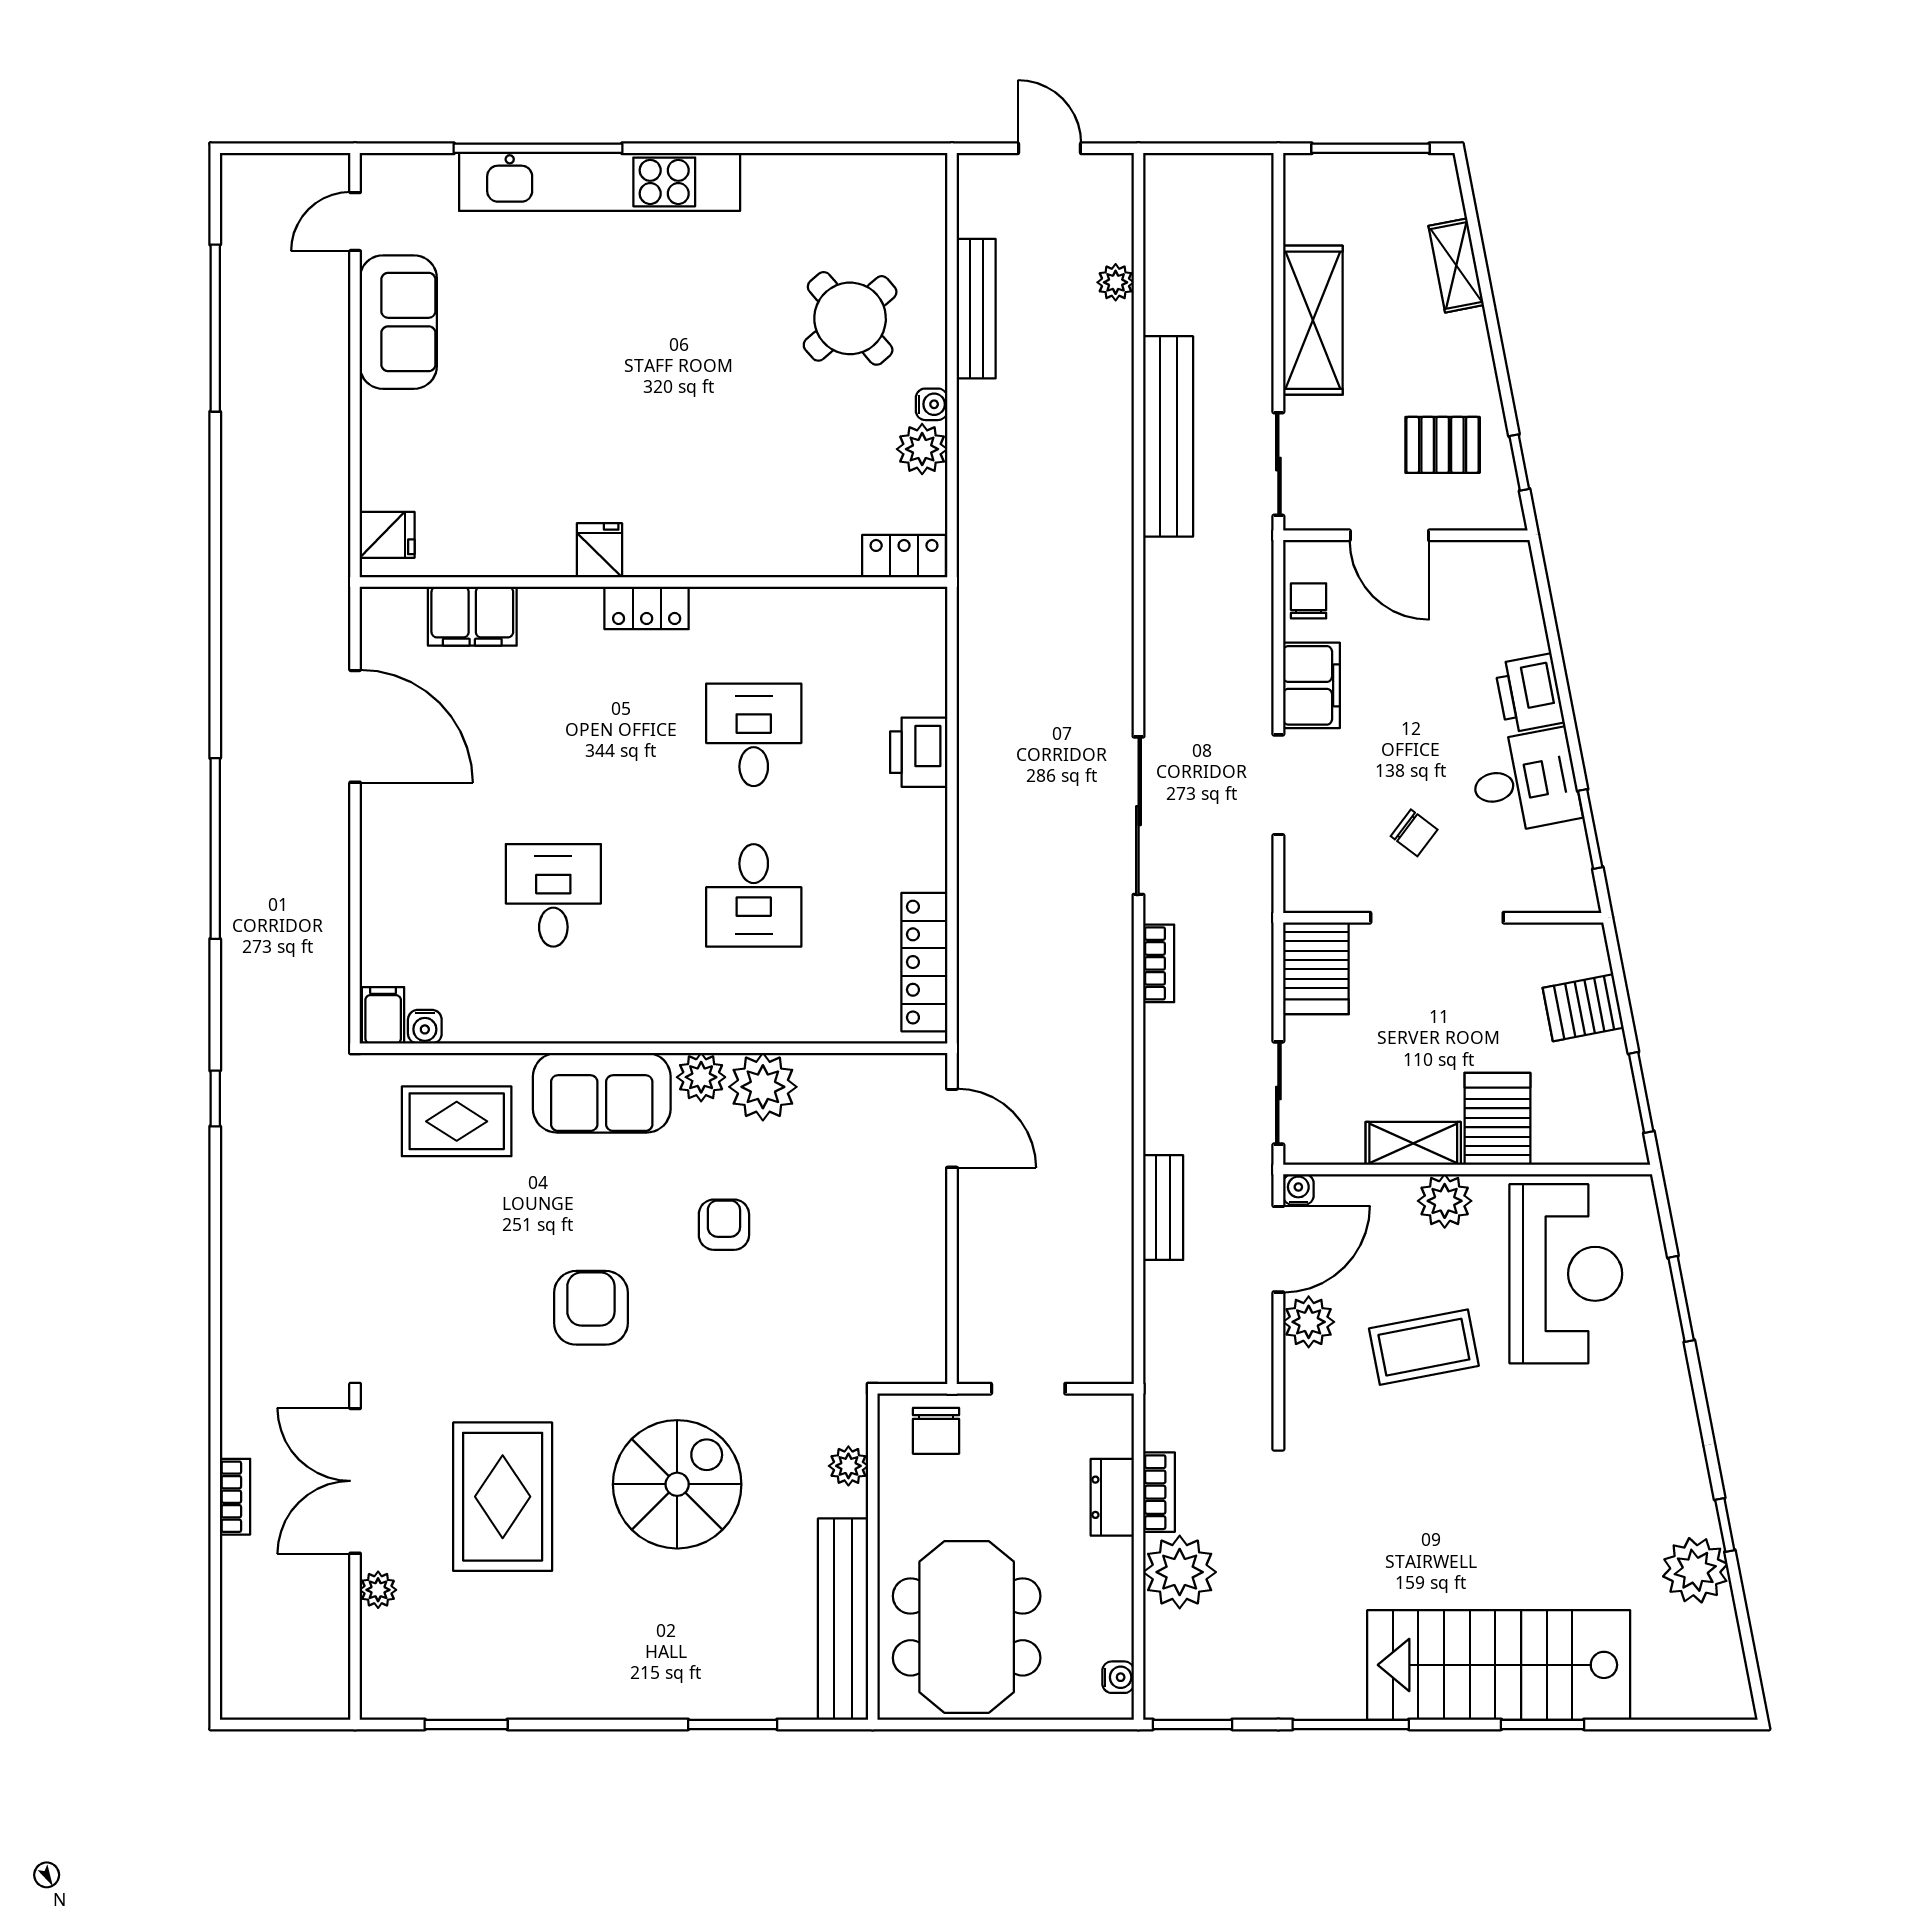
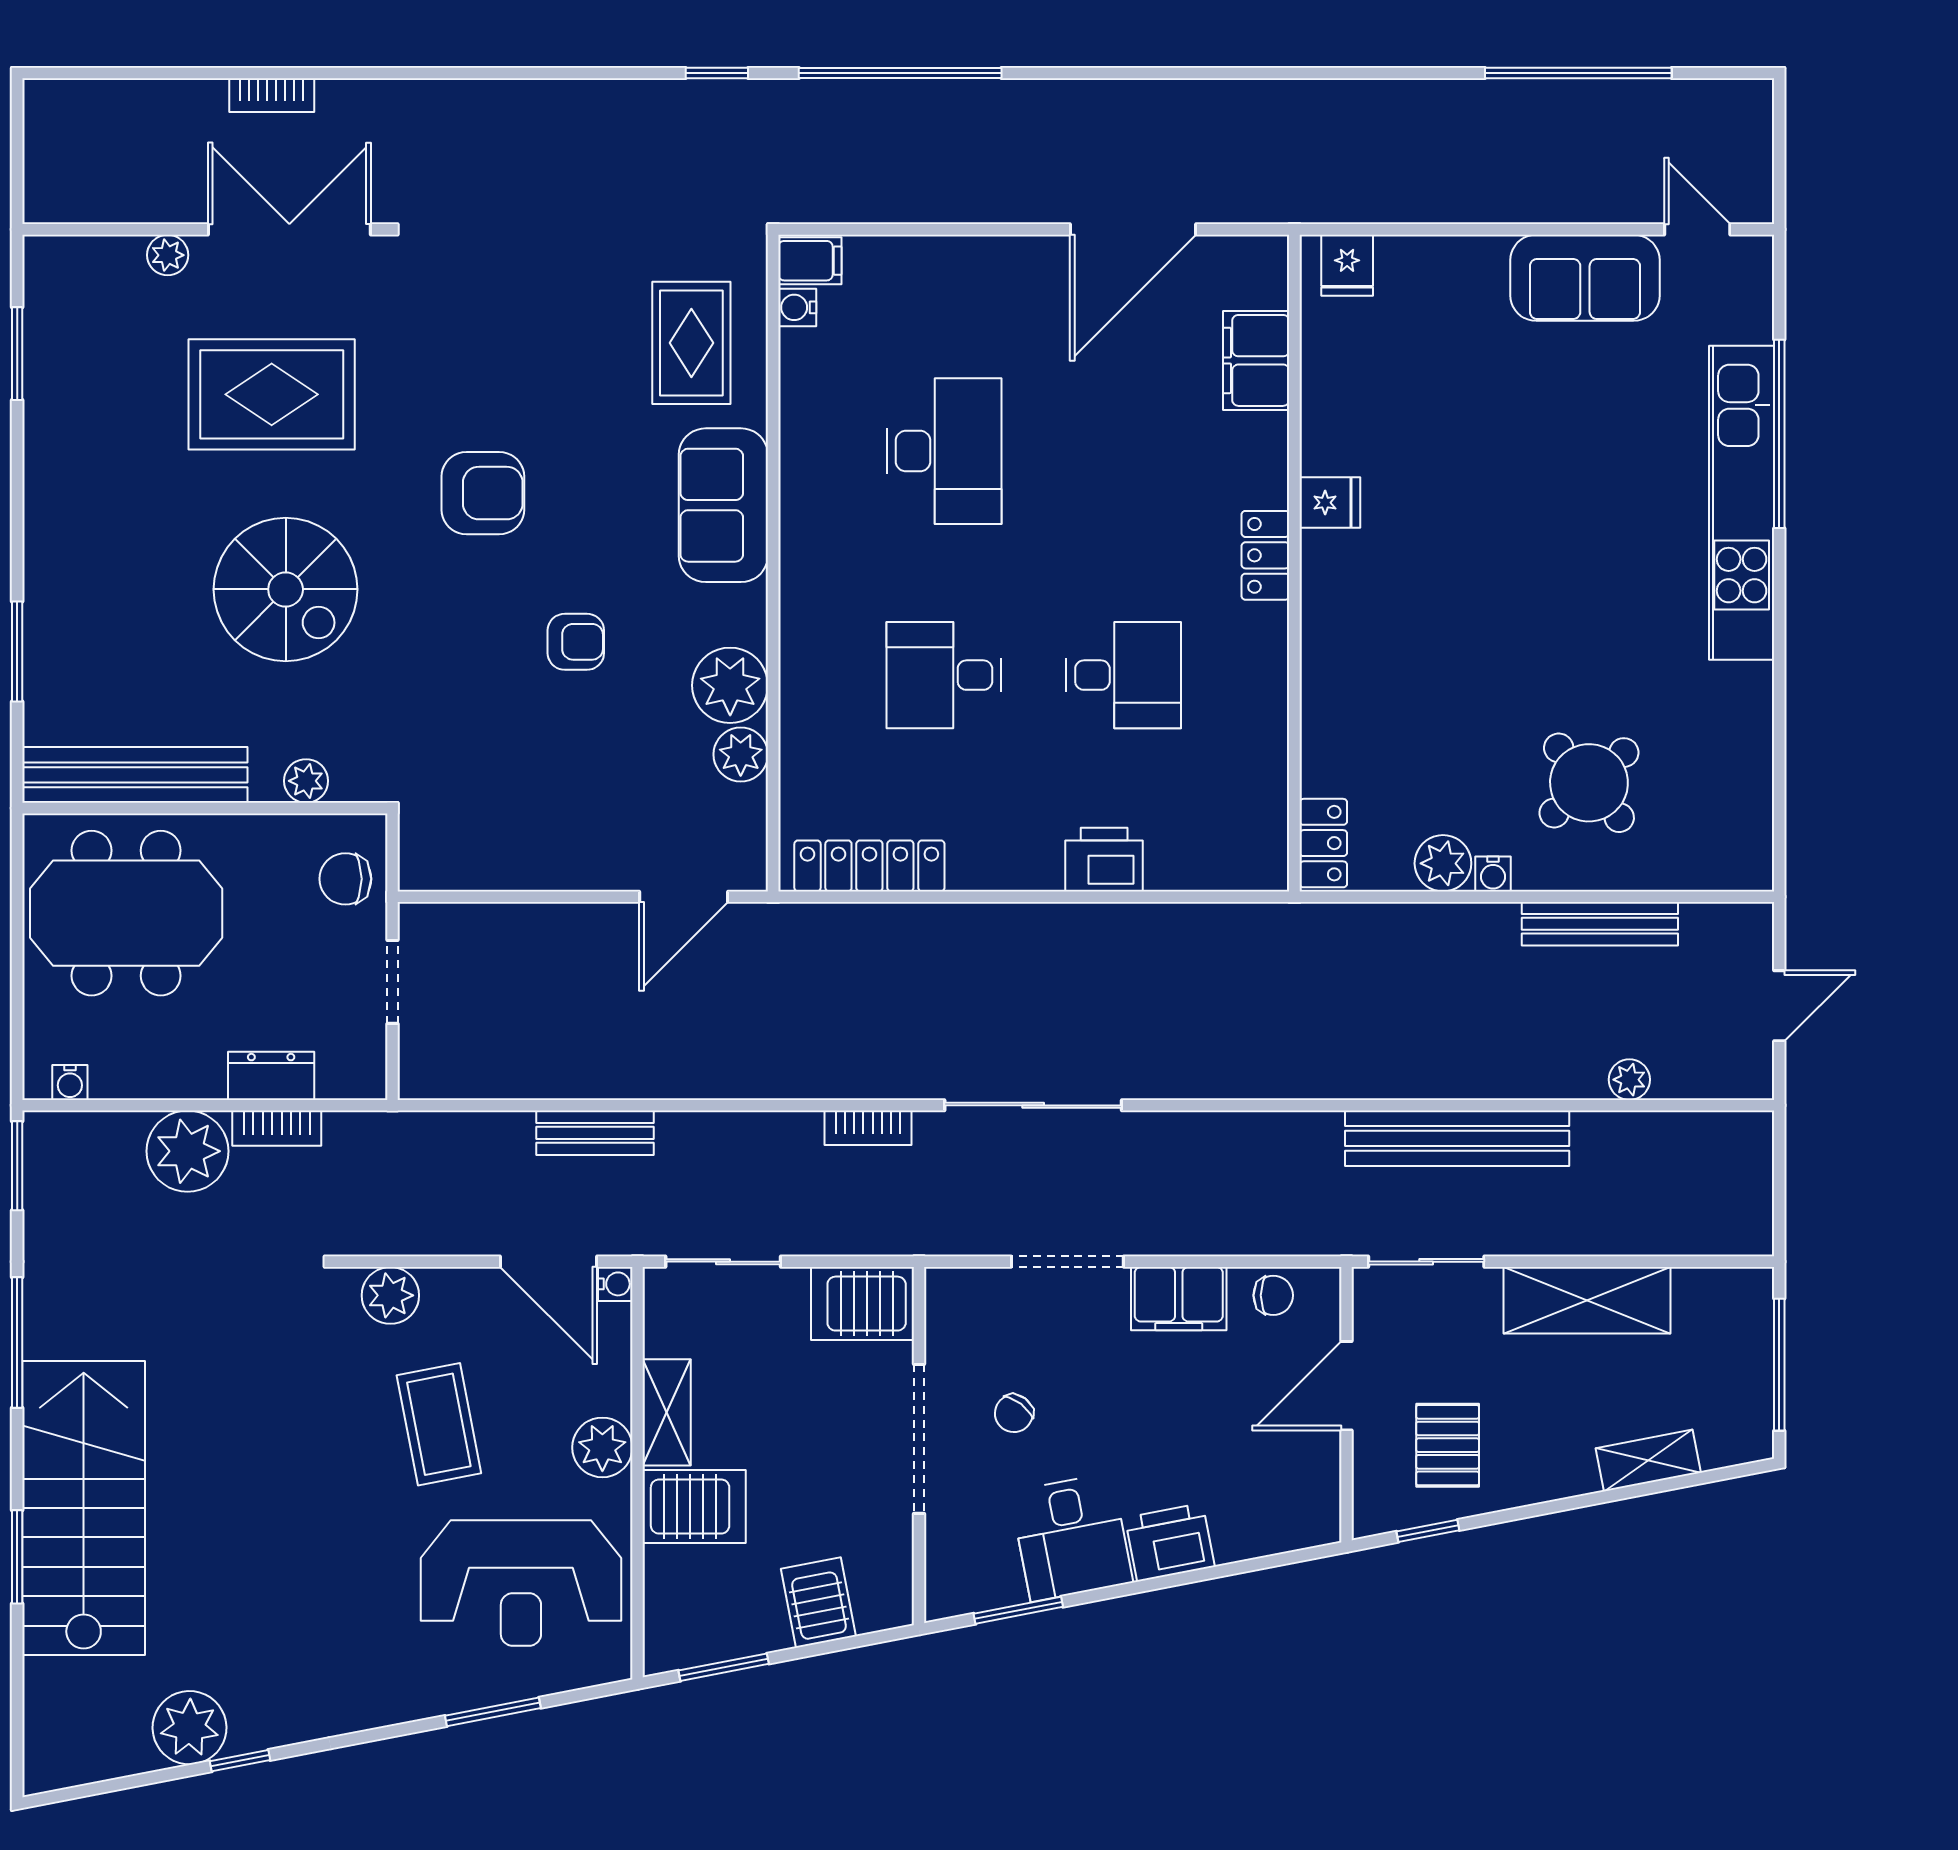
window: (215, 848) -> (900, 73), moved
desk: (553, 895) -> (944, 451), width x1.37
plant: (701, 1077) -> (741, 754), moved
plant: (1309, 1322) -> (390, 1295), moved

